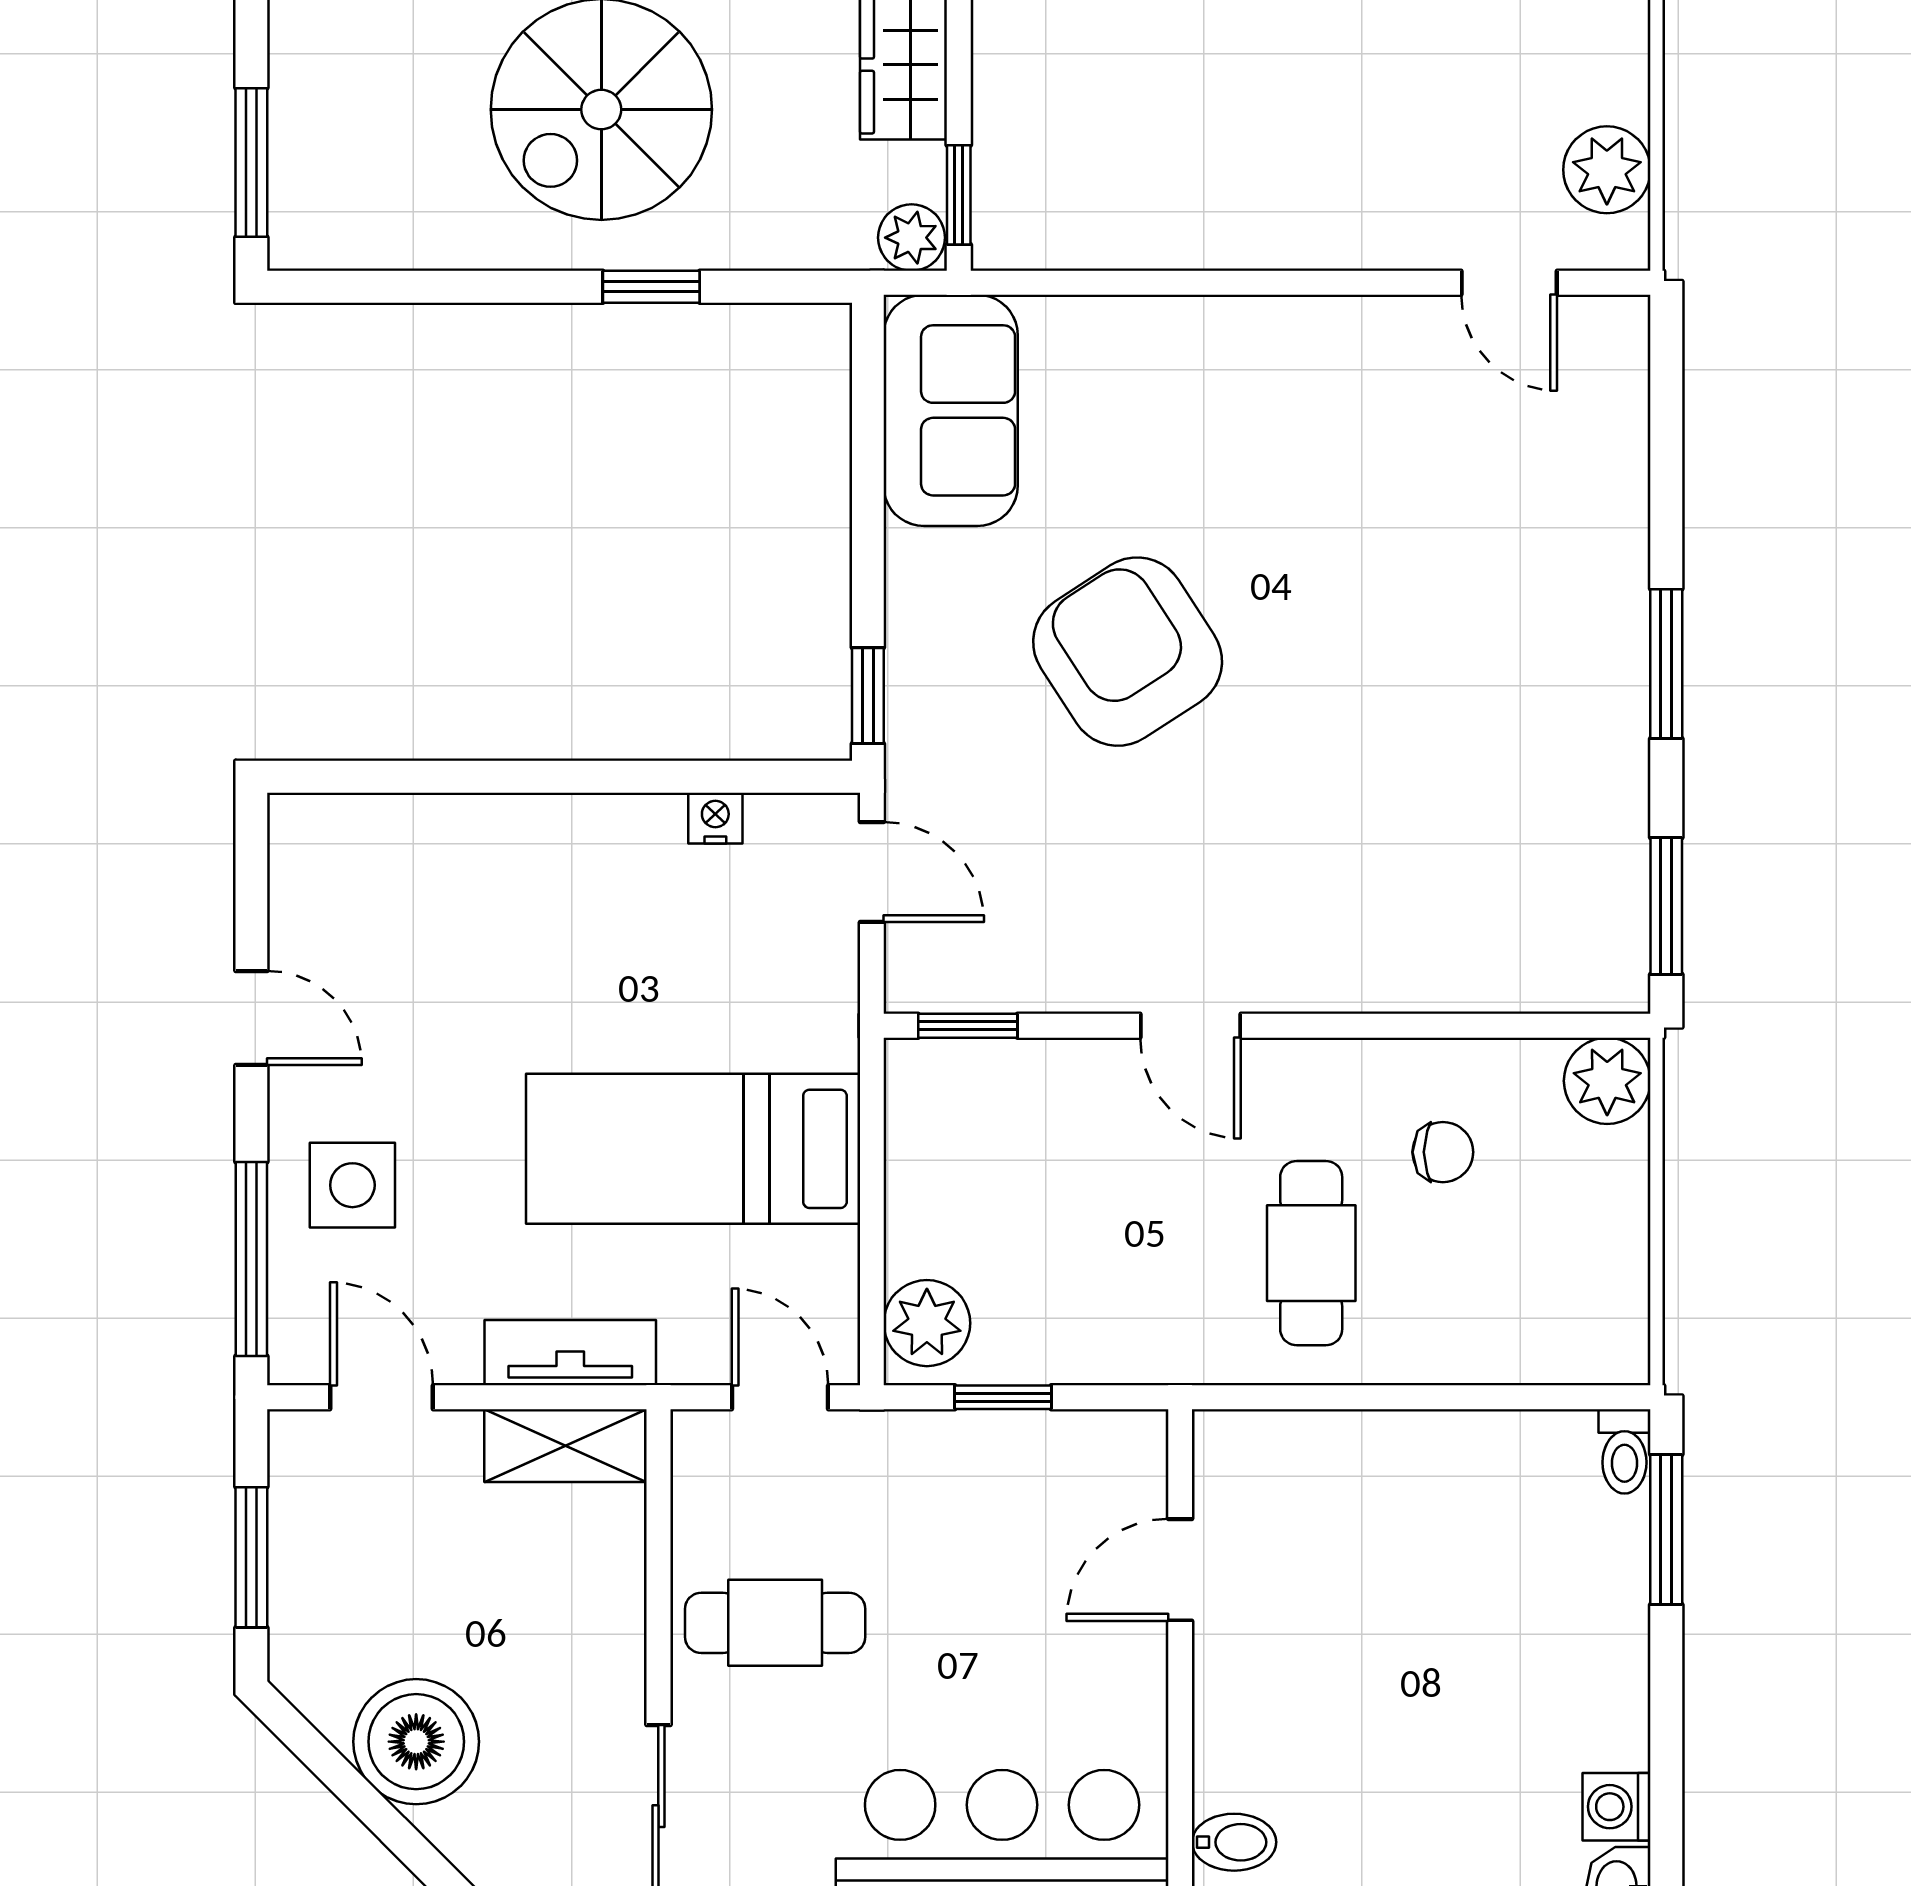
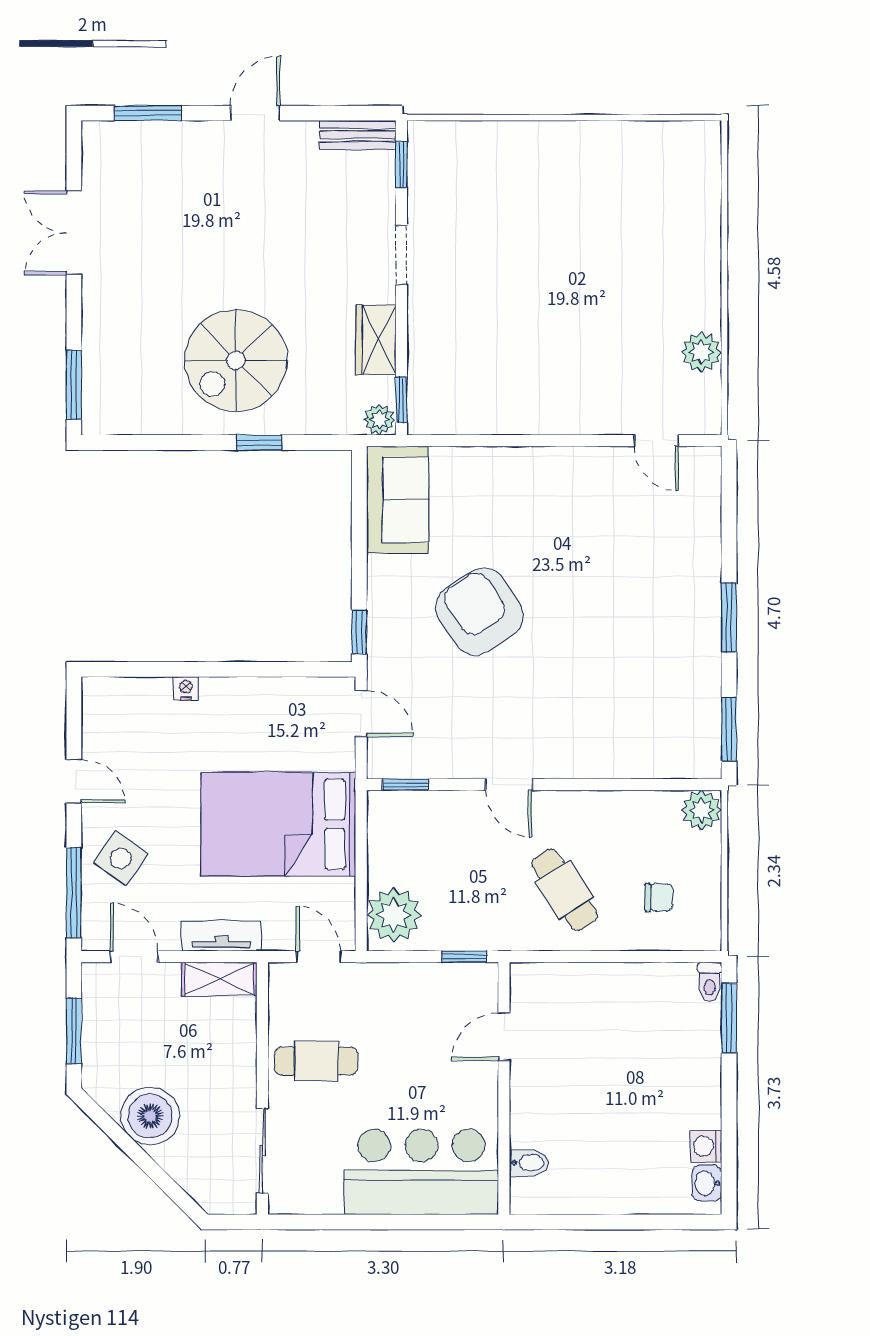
plant: (1607, 170) -> (701, 352), moved
nightstand: (715, 818) -> (186, 688), moved
bed: (693, 1149) -> (278, 824), width x1.50
chair: (1443, 1152) -> (659, 897), moved
side table: (352, 1185) -> (121, 858), turned 35
cafe table: (1311, 1253) -> (565, 890), turned -33
plant: (927, 1323) -> (394, 915), width x1.36, depth x1.36
window: (1003, 1397) -> (464, 957), moved

